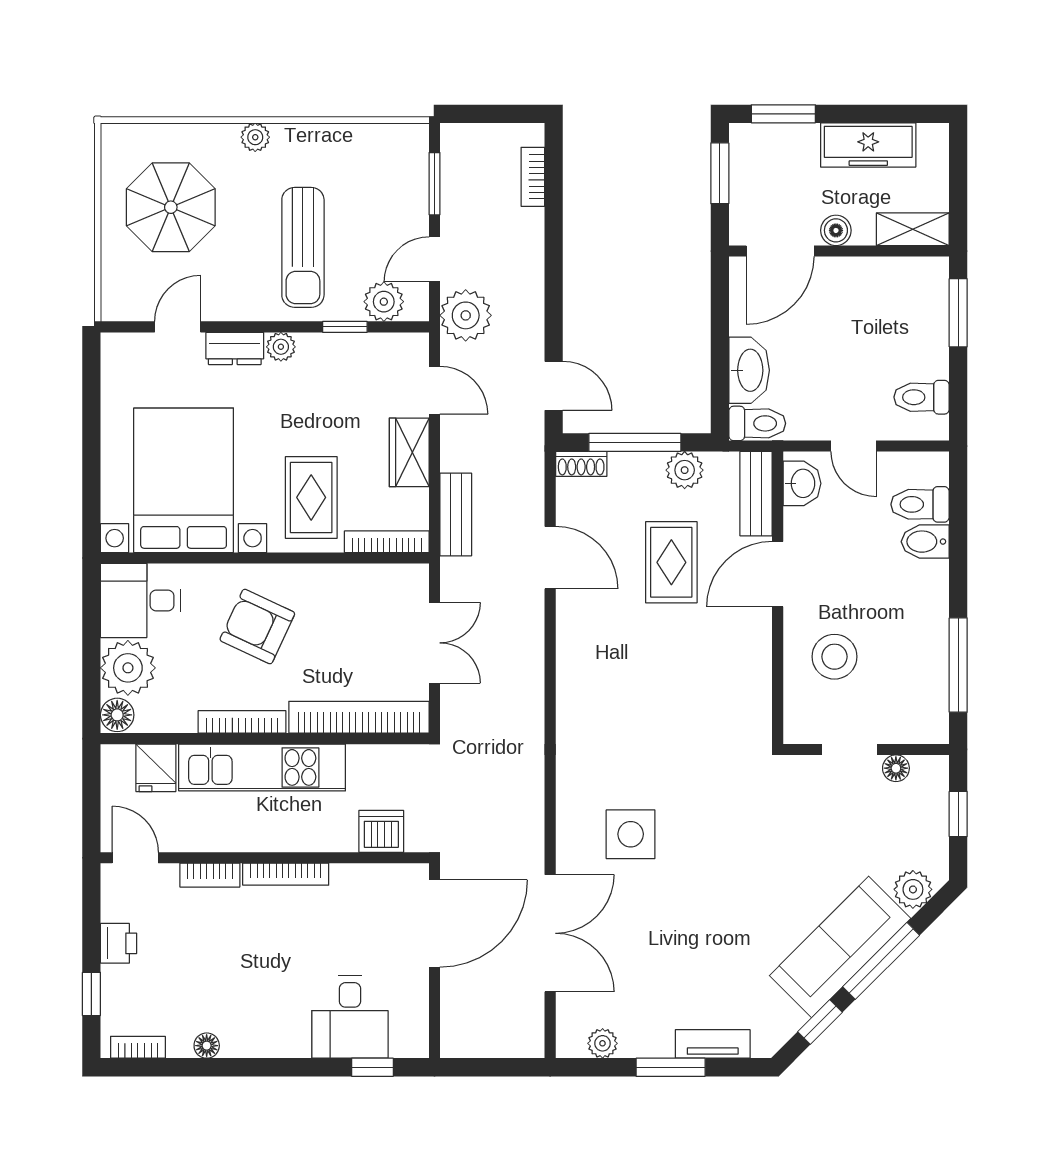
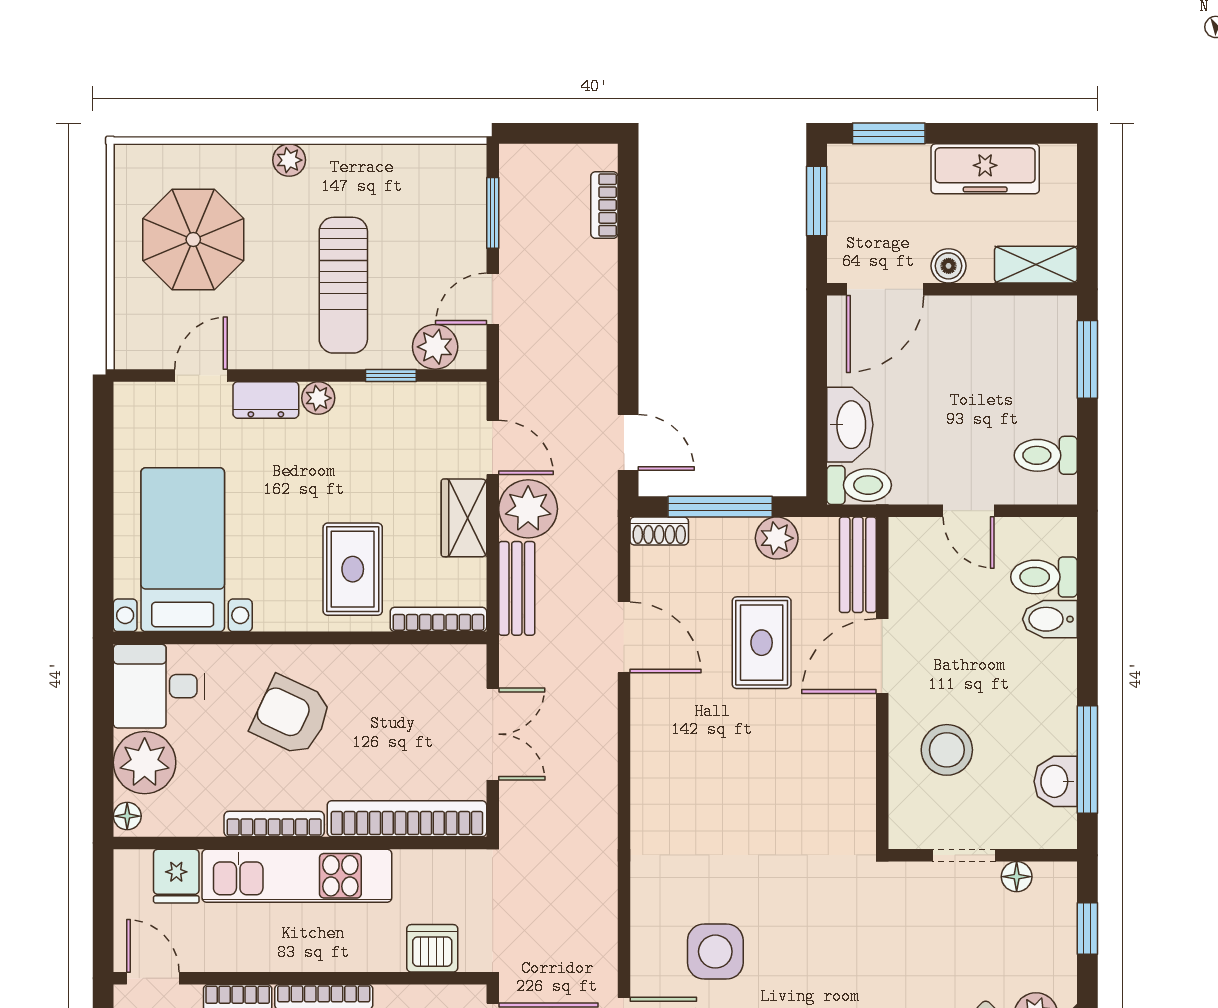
plant: (466, 315) -> (528, 509), moved
bed with nightstands: (184, 480) -> (183, 550), width x0.73
washbasin: (802, 483) -> (1056, 781), moved, turned 180
floor lamp: (117, 715) -> (127, 816), width x0.73, depth x0.73

